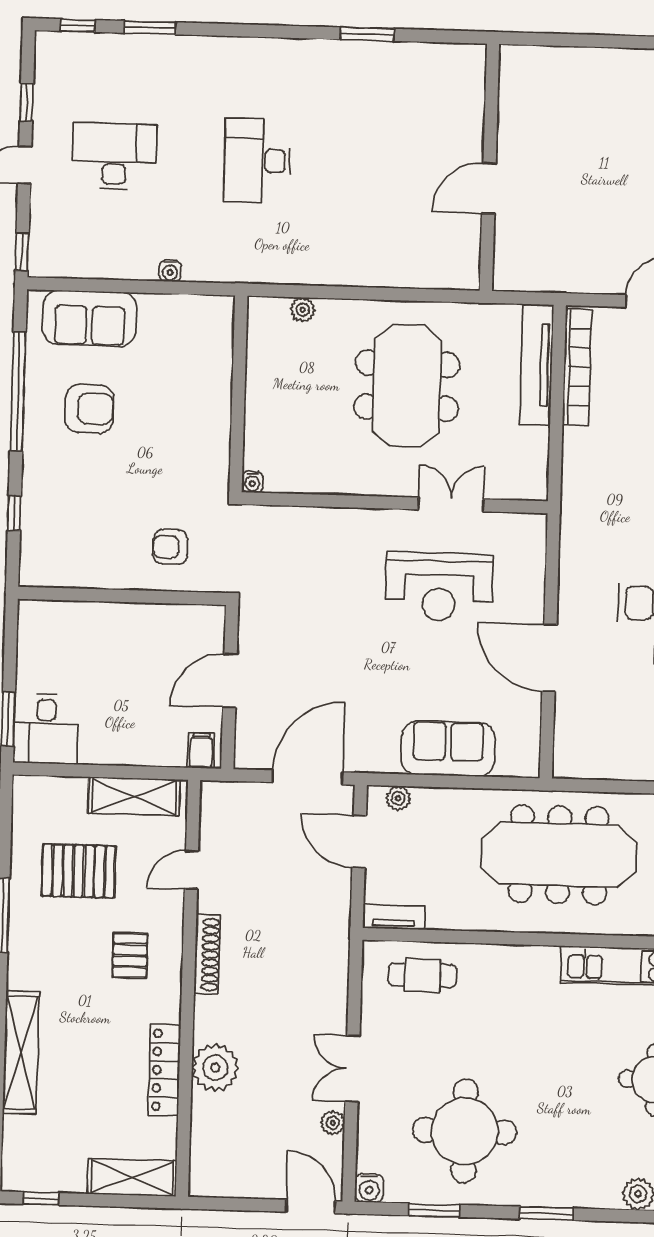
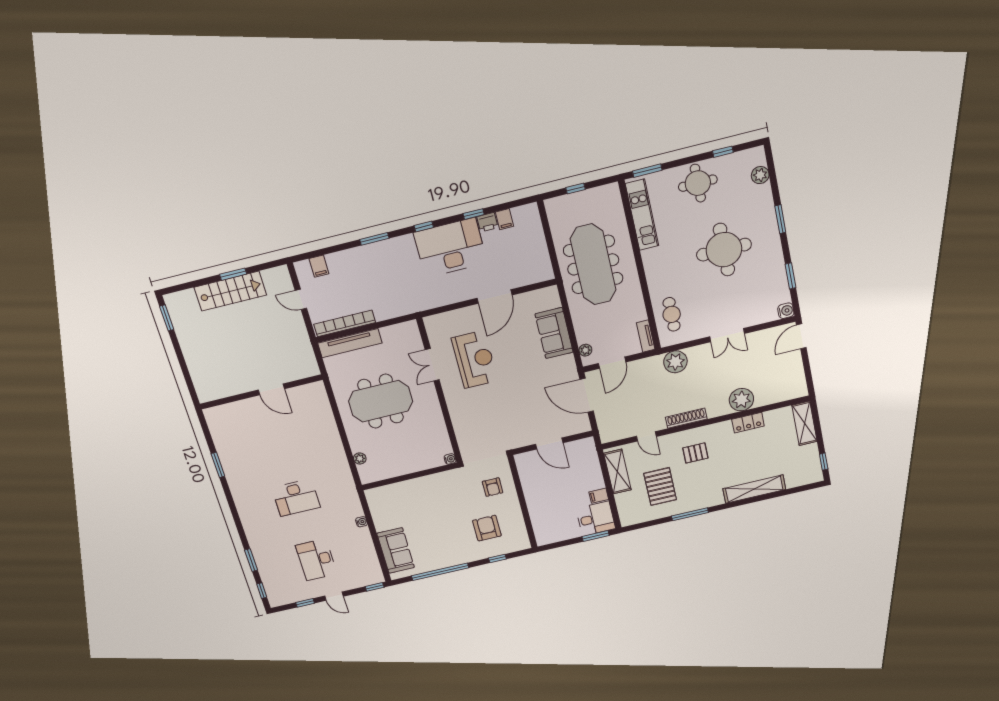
armchair: (89, 409) -> (487, 528), moved
filing cabinet: (201, 751) -> (599, 496), moved
locker: (164, 1070) -> (748, 423), width x0.66
plant: (333, 1123) -> (675, 362), moved, width x1.88, depth x1.88
round table: (465, 1131) -> (724, 250), moved

